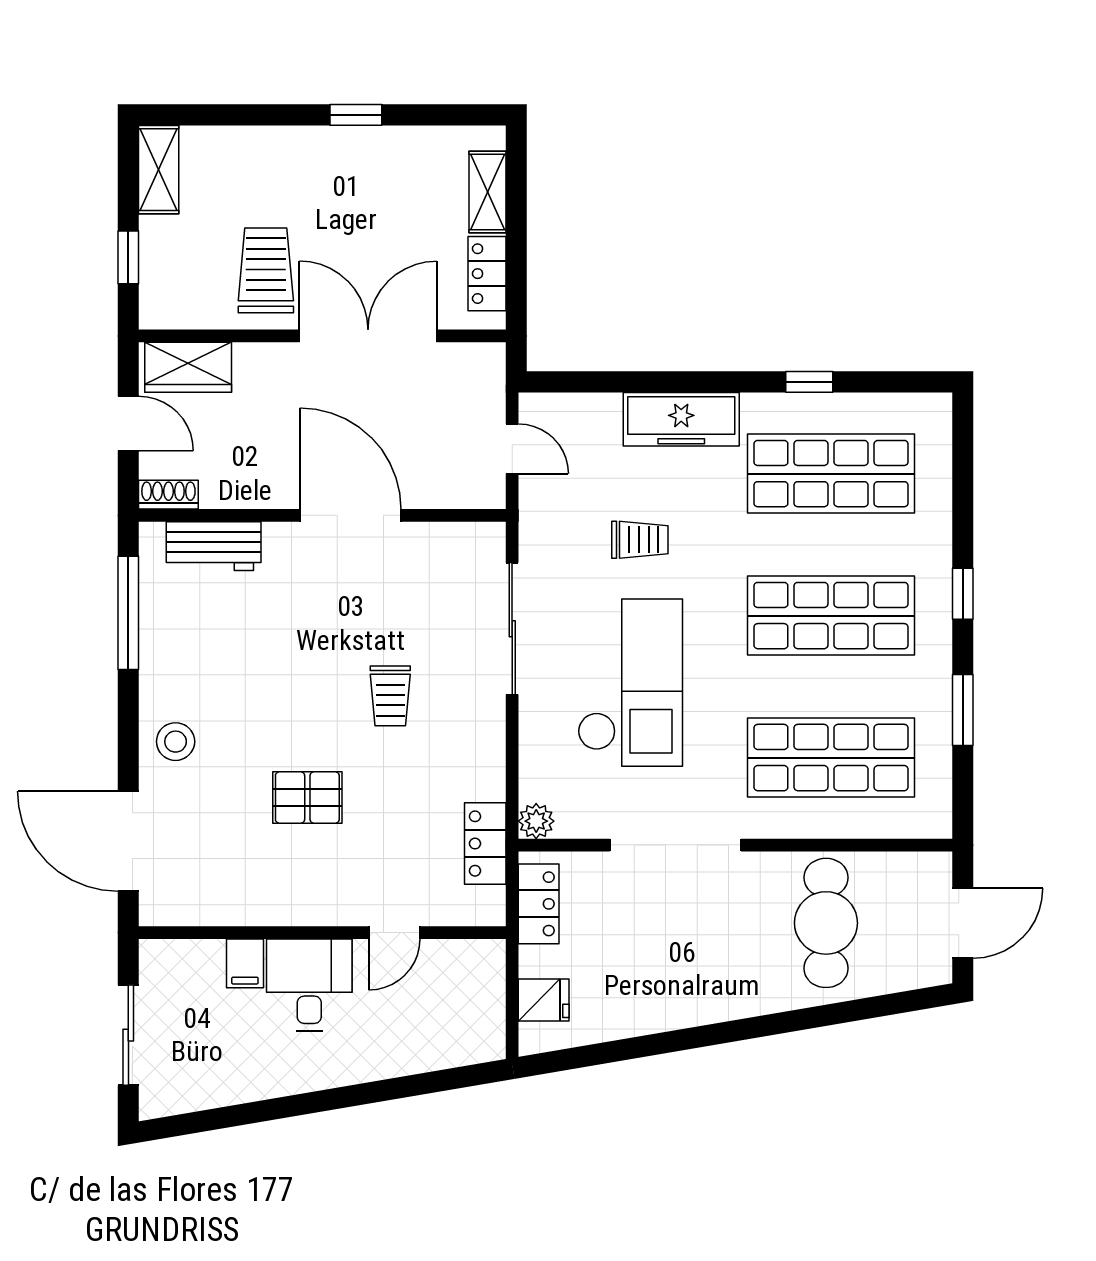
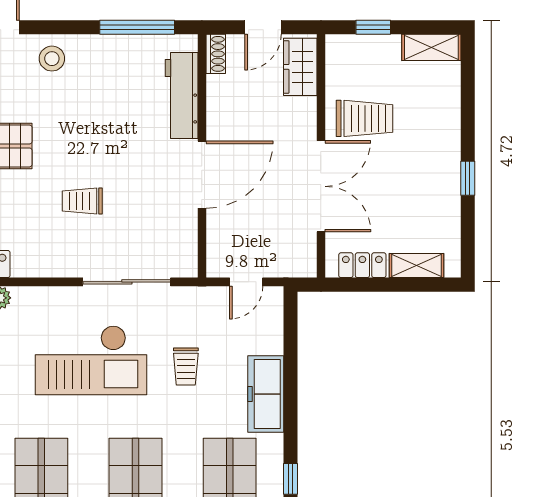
workbench: (214, 546) -> (182, 96), width x1.38

